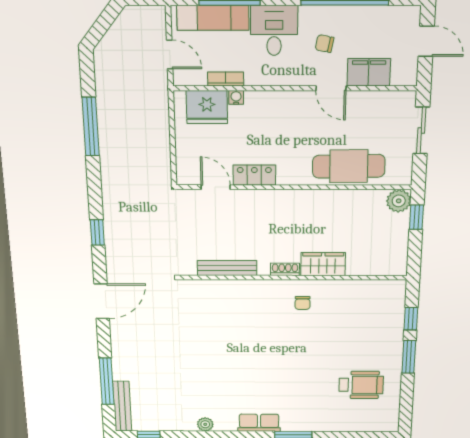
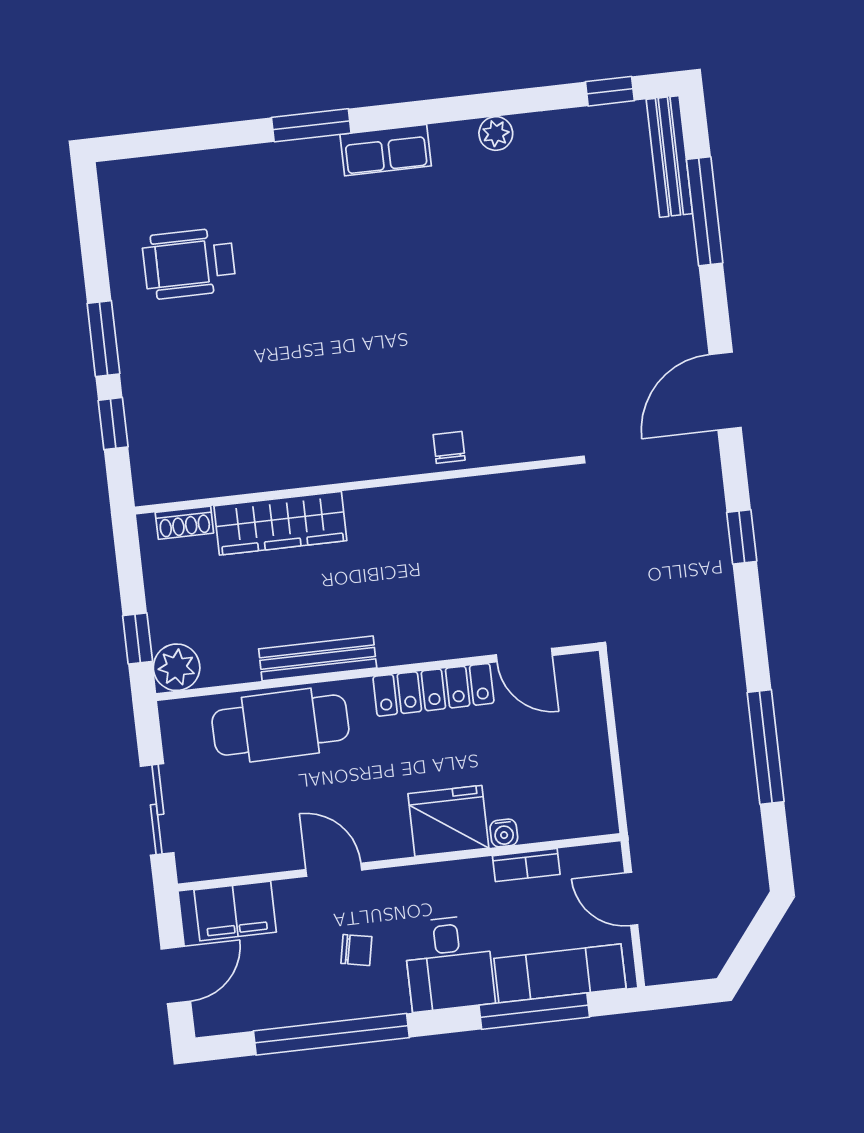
door: (426, 41) -> (176, 975), swing flipped
filing cabinet: (369, 72) -> (235, 911), moved
fridge: (207, 107) -> (448, 821), moved
locker: (254, 175) -> (433, 690), width x1.53
wardrobe: (323, 264) -> (280, 523), width x1.50
bench: (227, 268) -> (318, 658), moved
shoe rack: (285, 269) -> (184, 523), moved
chair: (303, 303) -> (449, 447), moved

